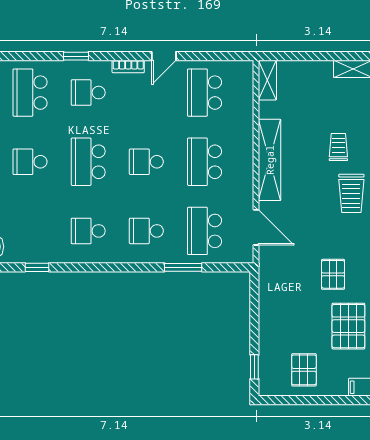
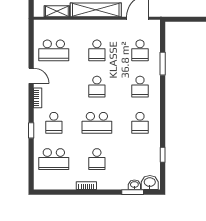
shelving: (267, 80) -> (57, 11), moved
school desk: (205, 162) -> (97, 50), width x0.54
school desk: (205, 231) -> (140, 50), width x0.54

